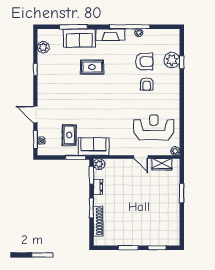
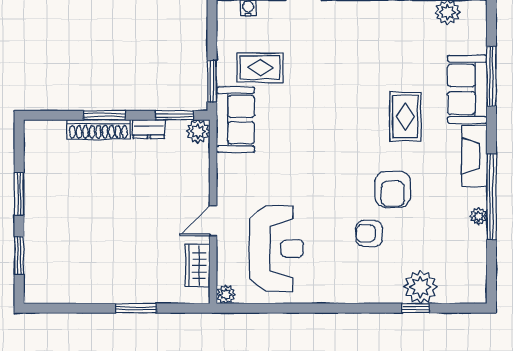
armchair: (144, 62) -> (393, 189), moved
shoe rack: (98, 221) -> (98, 129), moved

